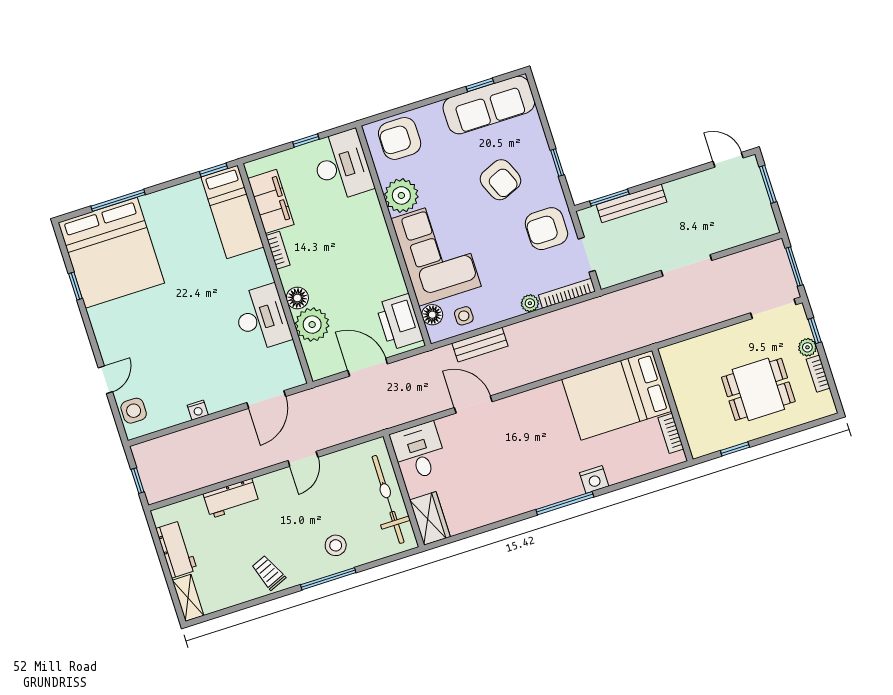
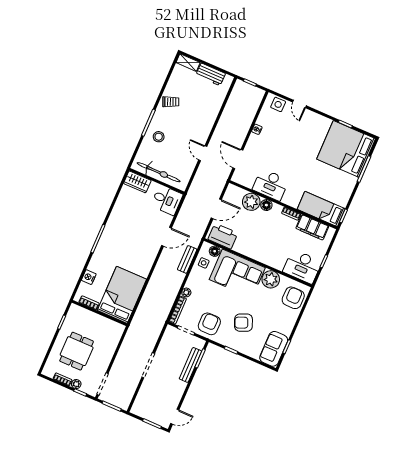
sofa: (489, 105) -> (274, 349), width x0.73
nightstand: (594, 480) -> (89, 277), moved
workbench: (231, 498) -> (212, 112), removed

